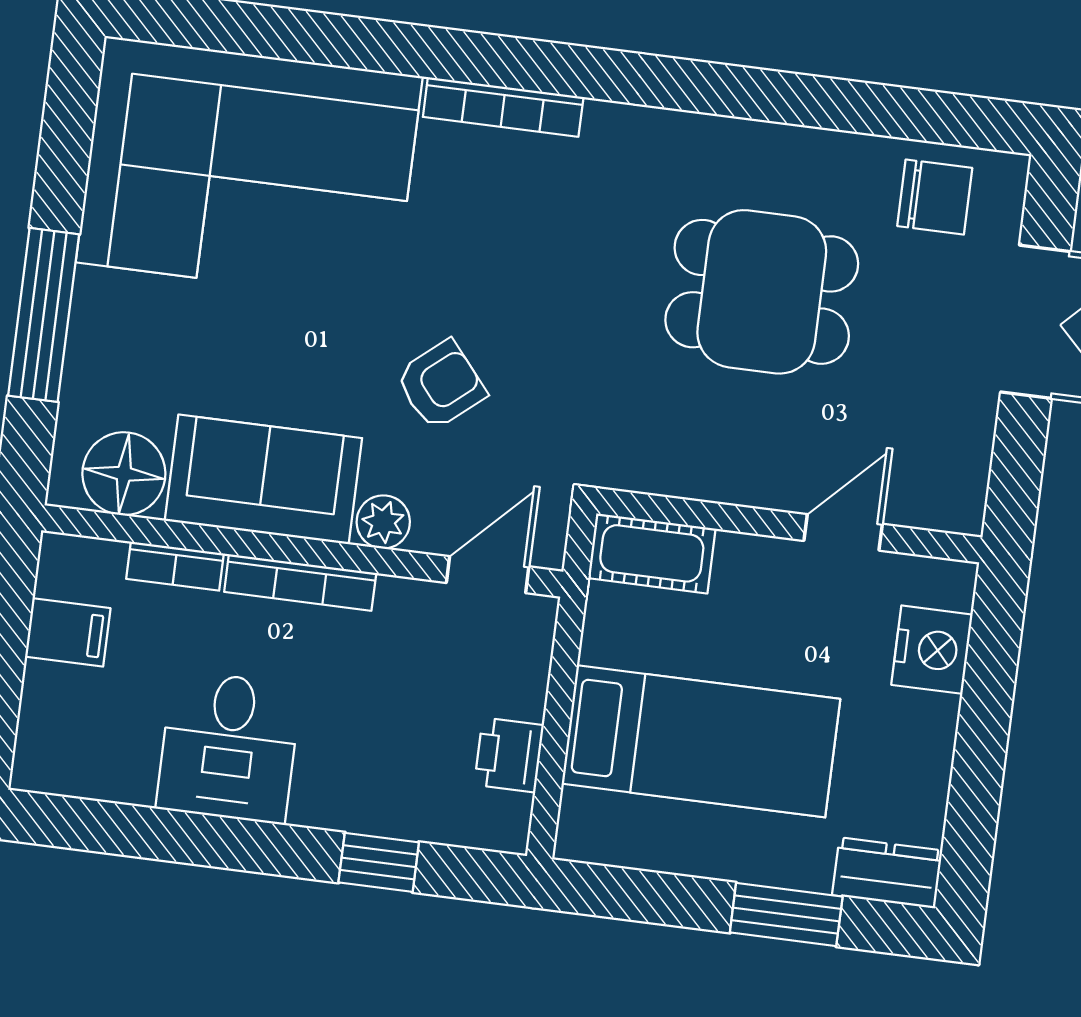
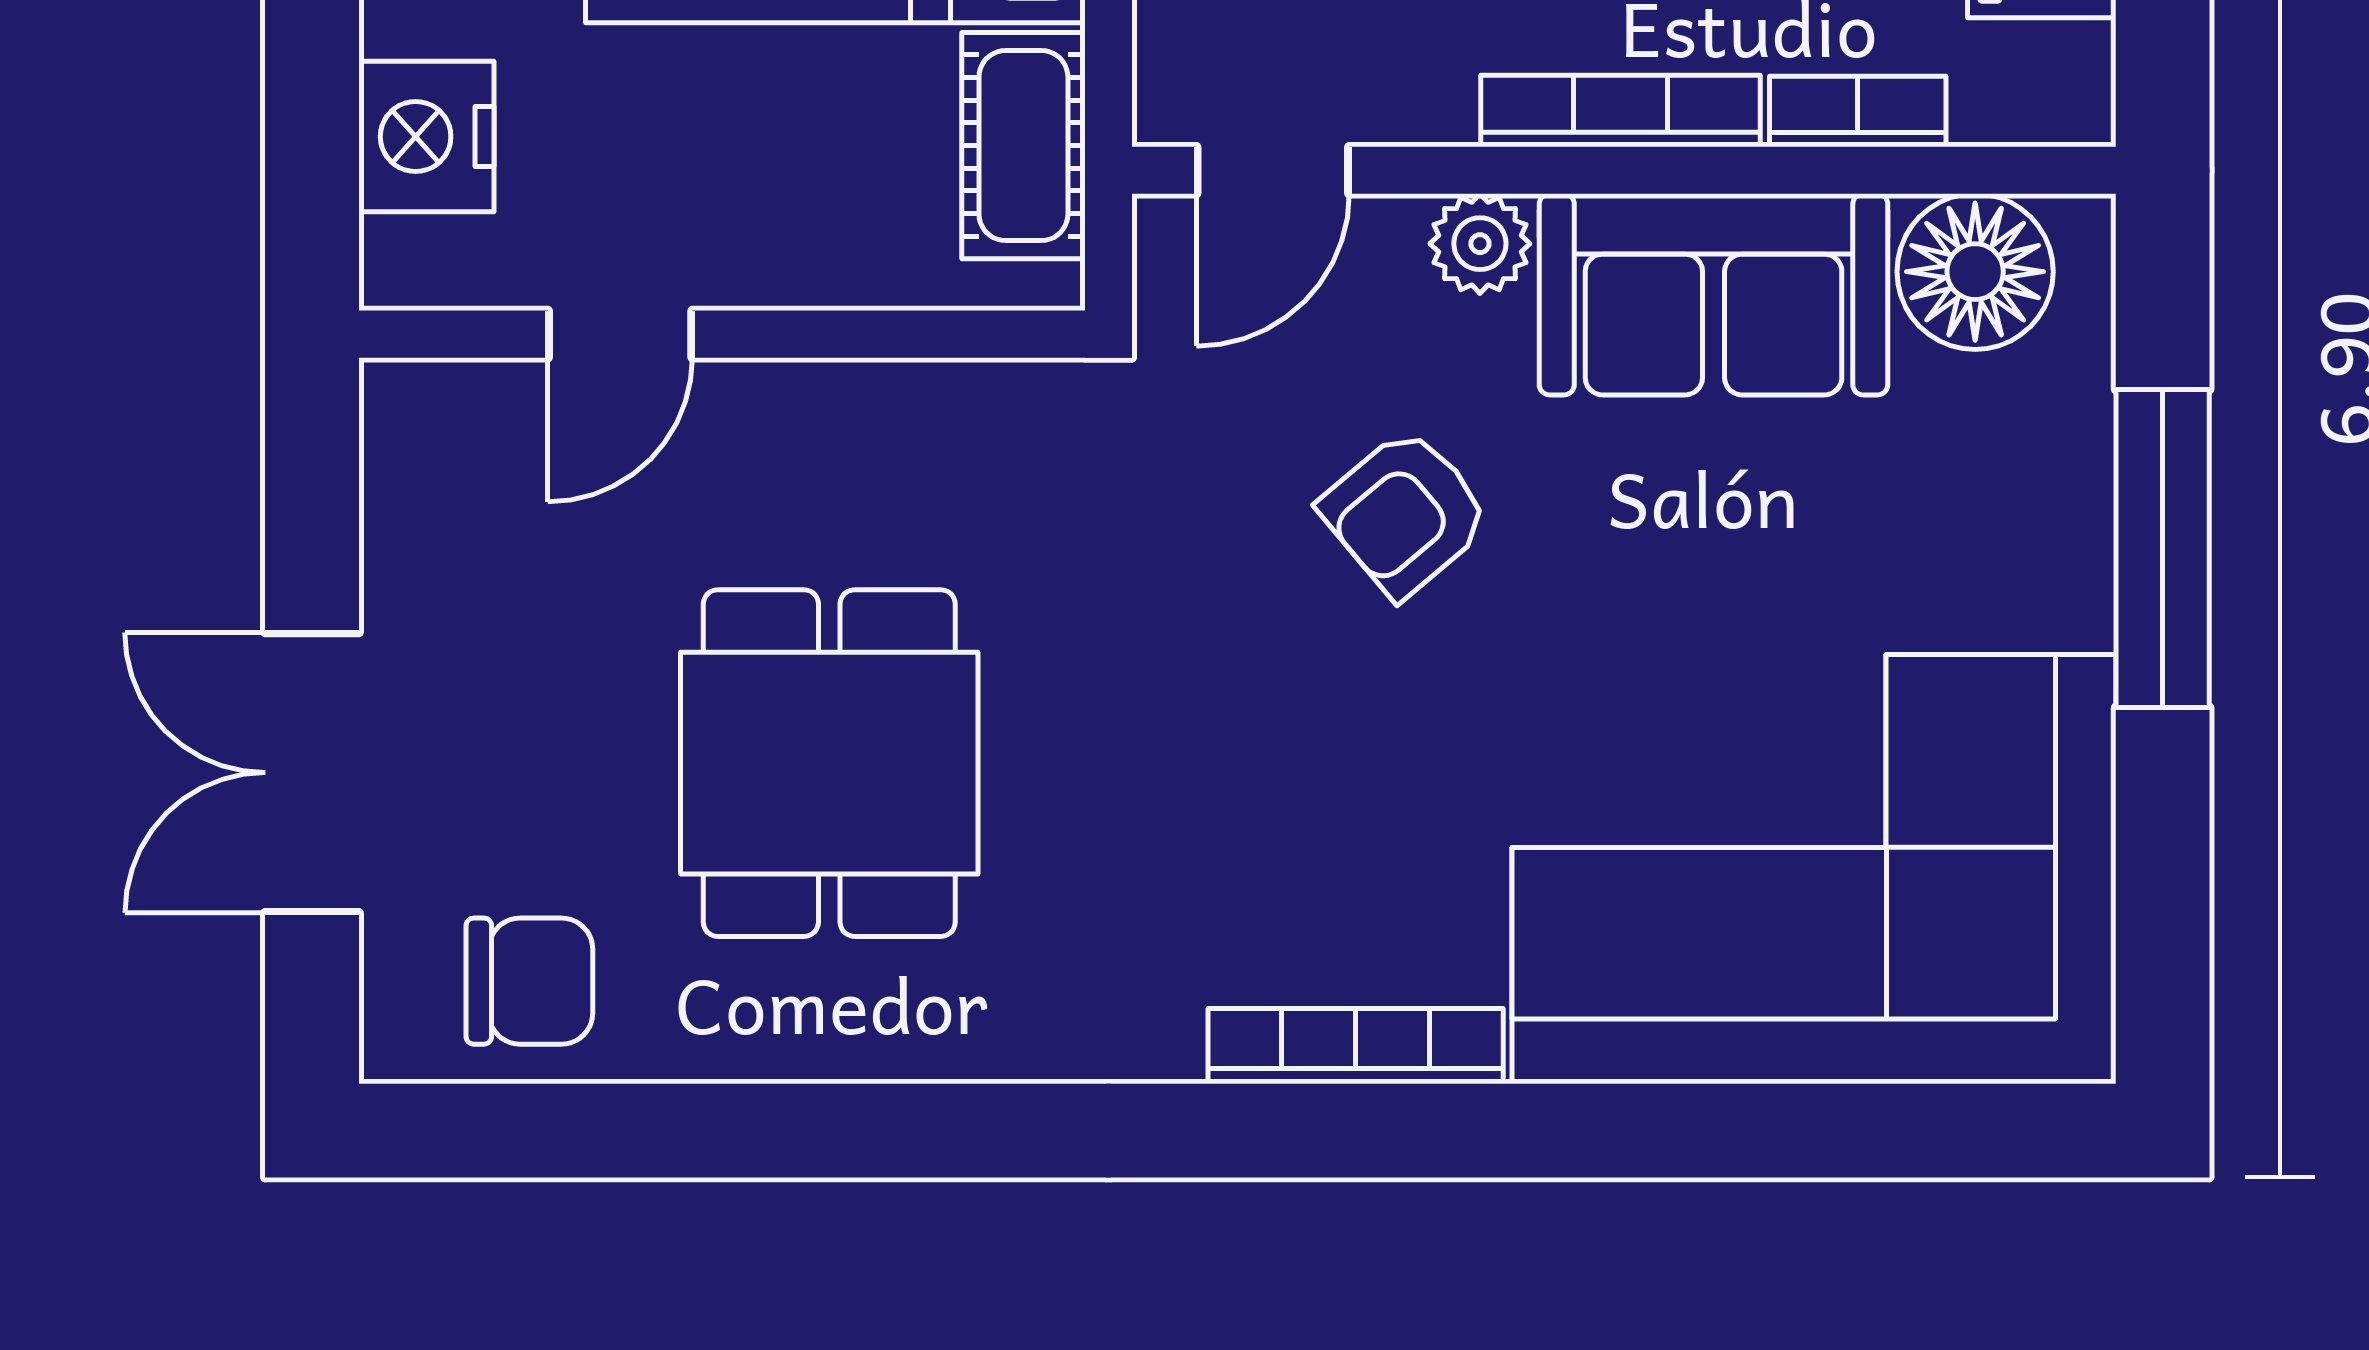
chair: (935, 197) -> (529, 981), turned 180
dining table: (762, 292) -> (829, 763), turned 90
cot: (652, 553) -> (1023, 146), moved, turned 90

